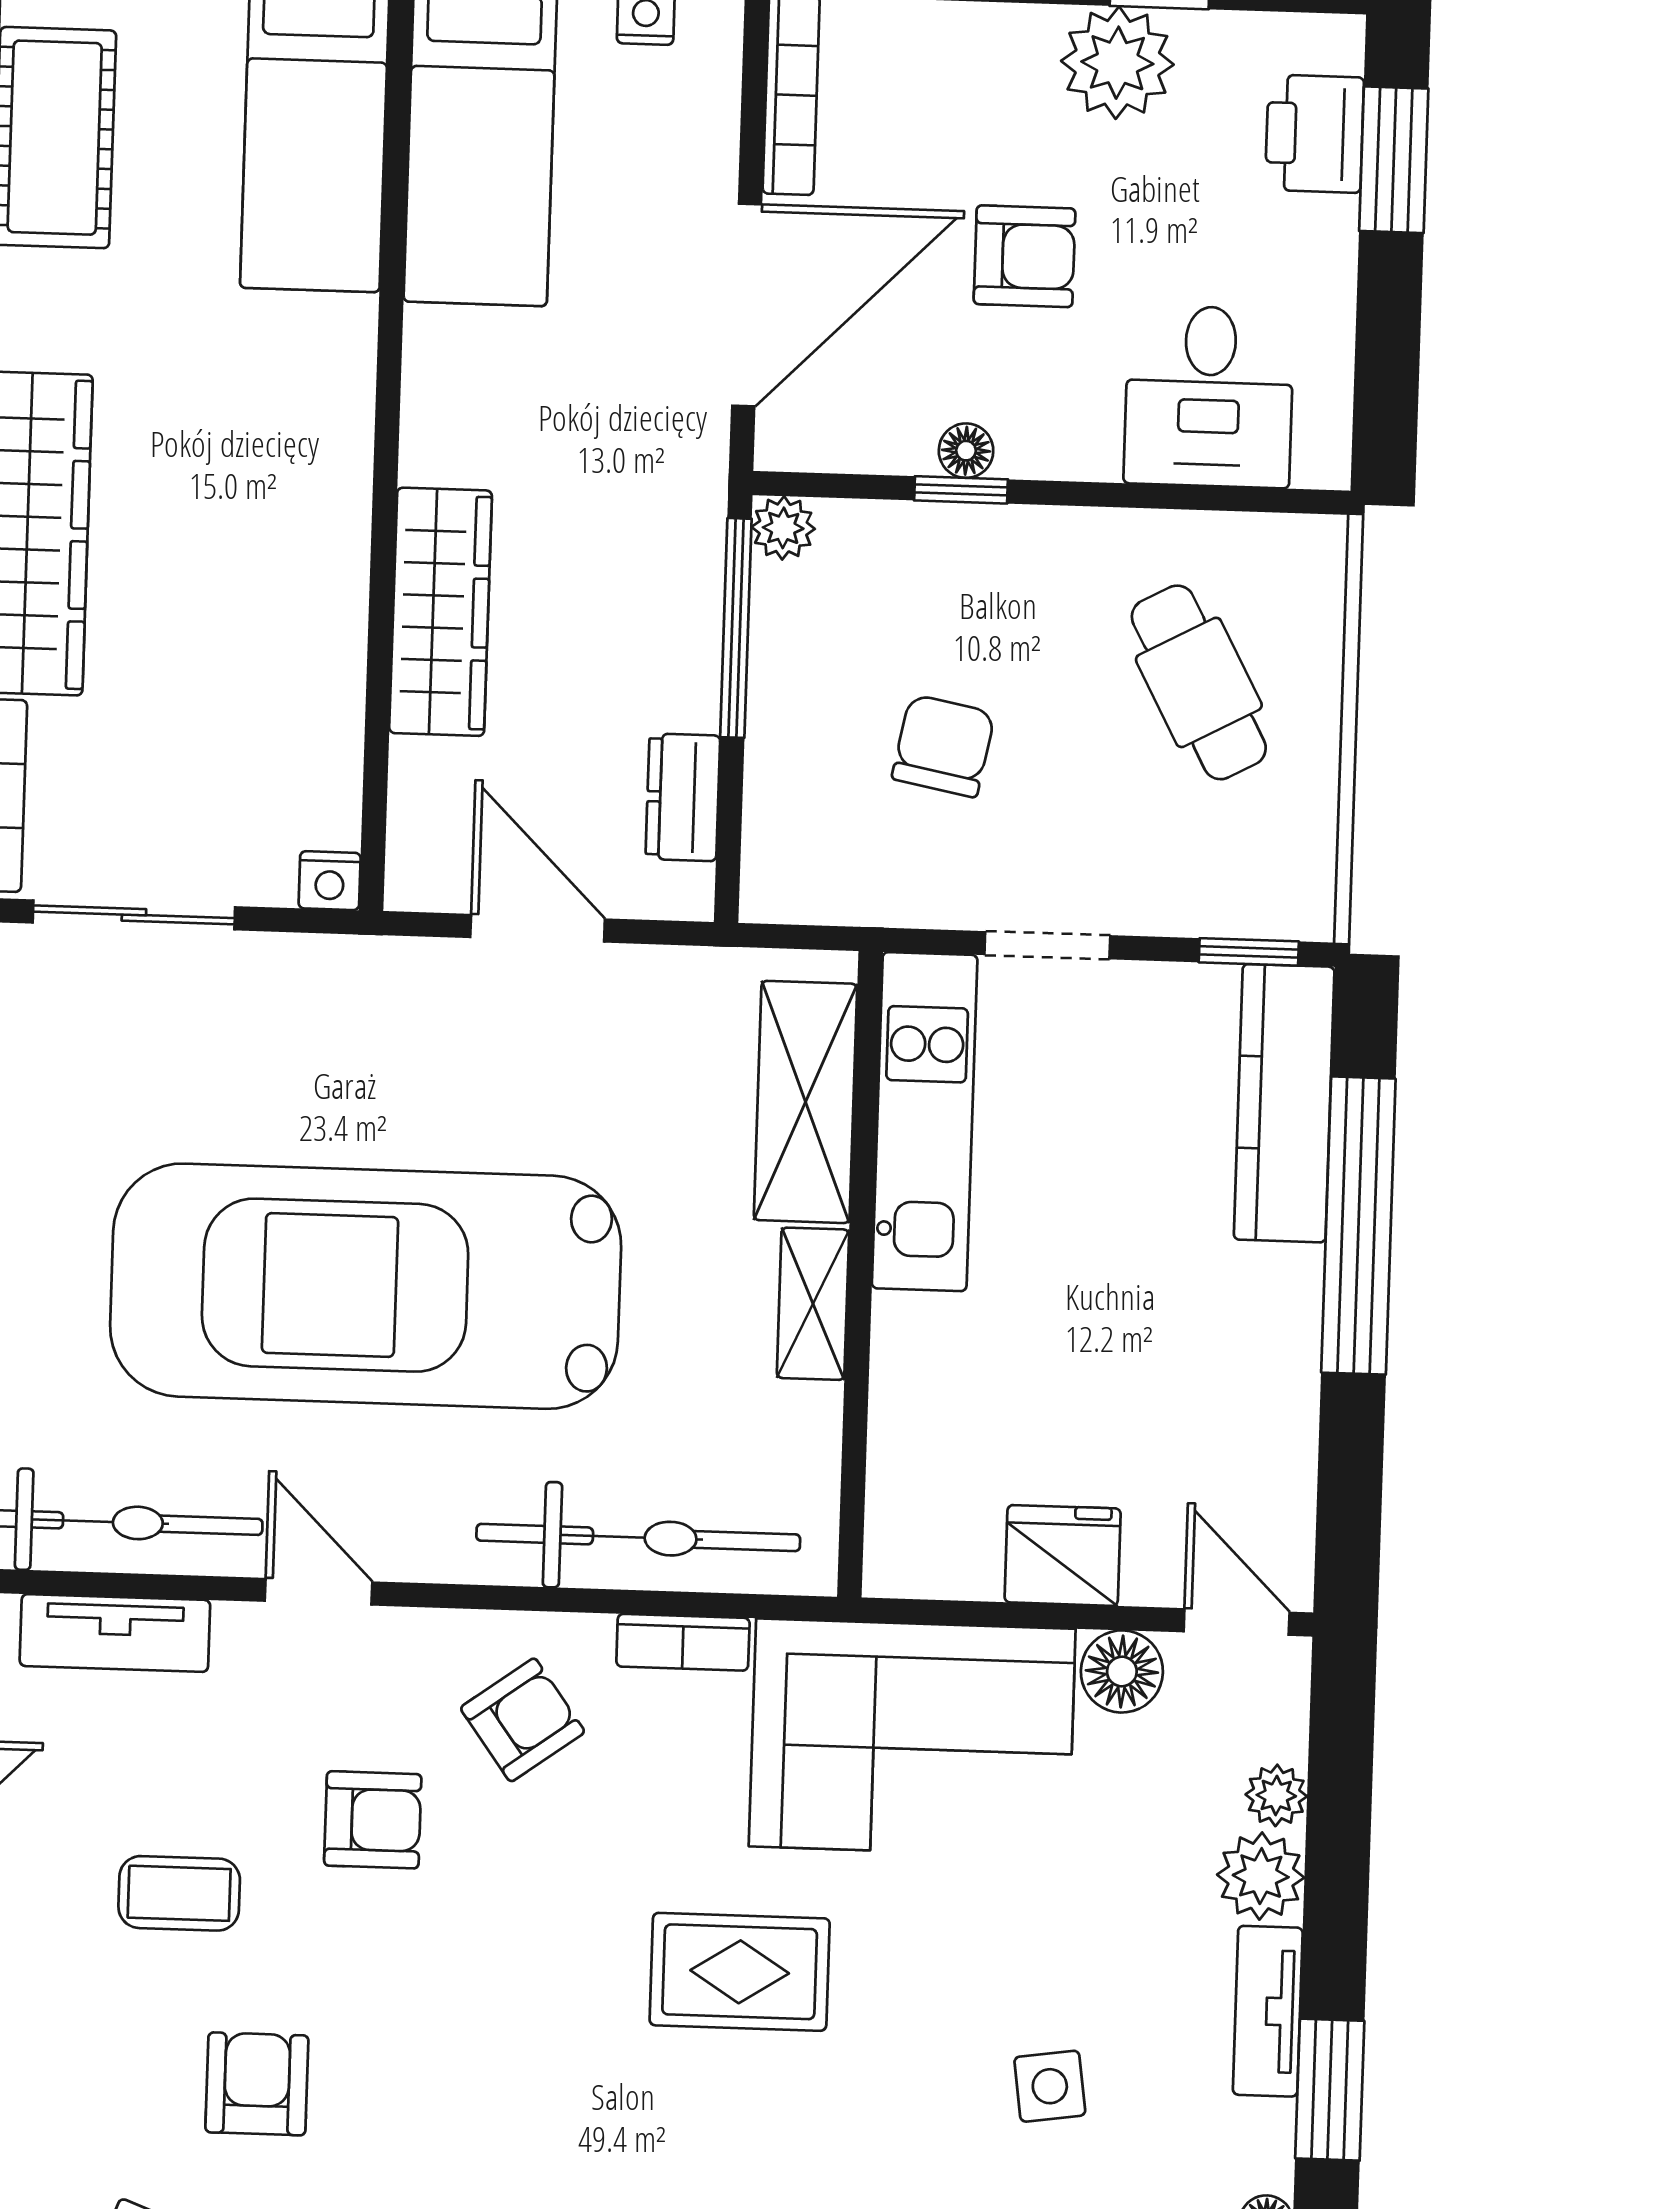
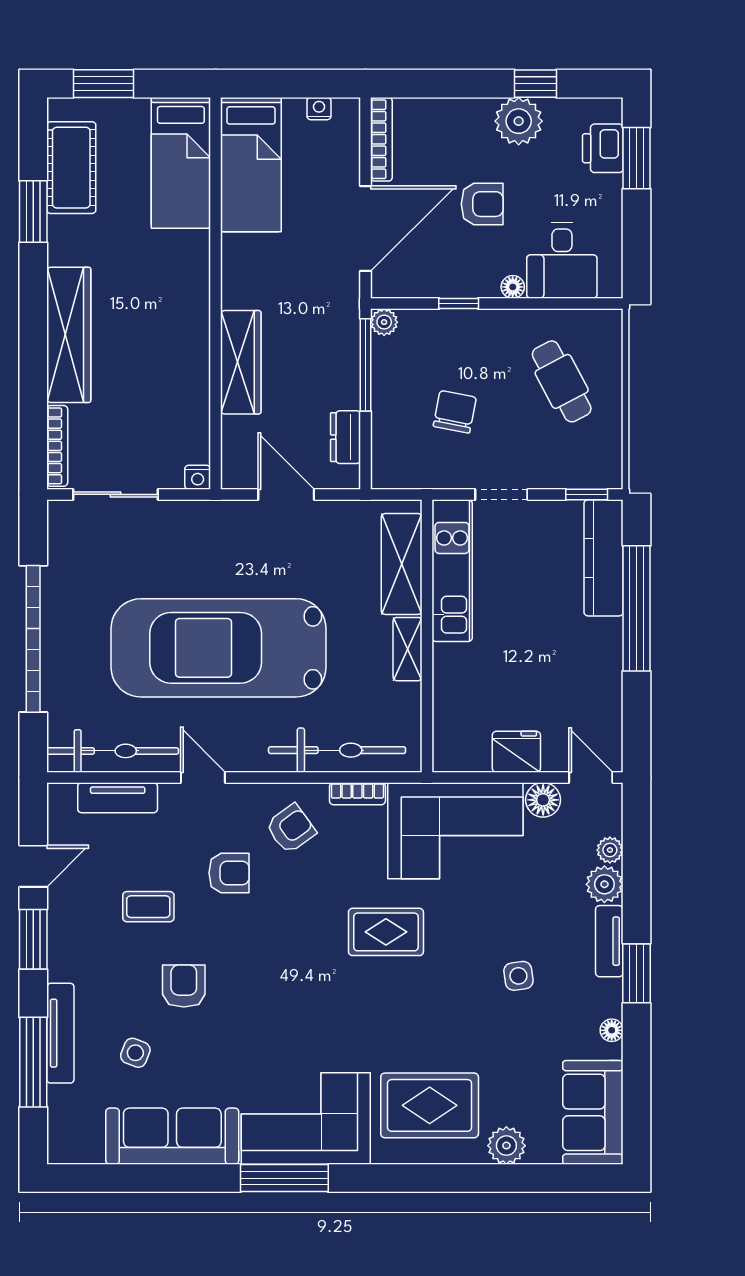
floor lamp: (966, 451) -> (513, 287), moved

